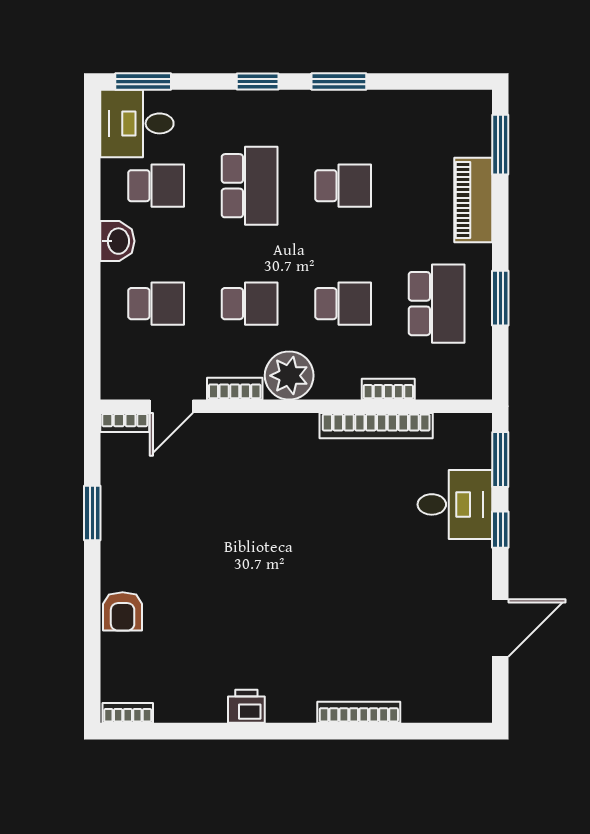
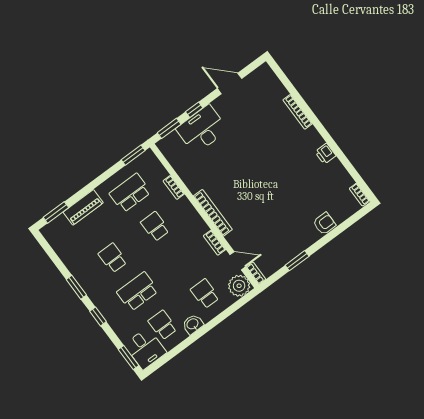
window: (500, 298) -> (133, 155), moved
school desk: (250, 304) -> (180, 260), removed
plant: (289, 376) -> (239, 286), moved
bookcase: (376, 426) -> (213, 213), moved
desk: (455, 504) -> (202, 129), width x1.37

